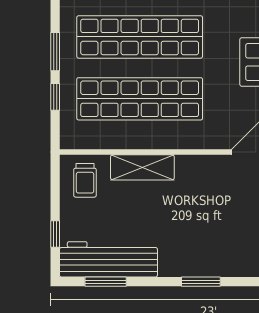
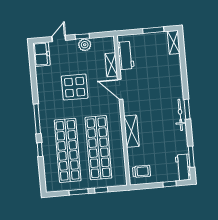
shelving: (142, 167) -> (131, 131), moved
workbench: (108, 259) -> (183, 167), width x0.53, depth x0.76
bicycle: (191, 267) -> (180, 115), added

